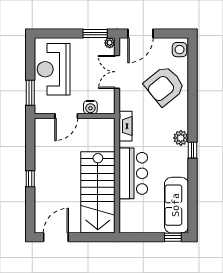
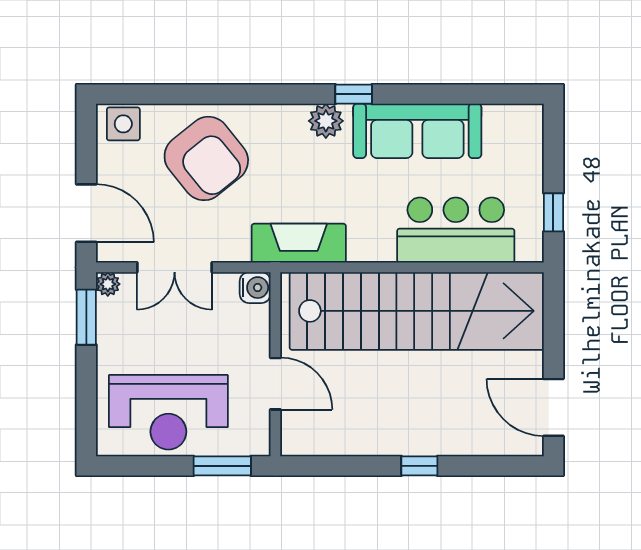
water cooler: (90, 107) -> (255, 288), moved
fireplace: (125, 126) -> (299, 243), width x1.37, depth x1.32
bar counter: (133, 173) -> (456, 230), moved
stairs: (98, 192) -> (417, 311), width x1.36
sofa: (176, 205) -> (417, 131), moved
window: (173, 237) -> (553, 212), moved

